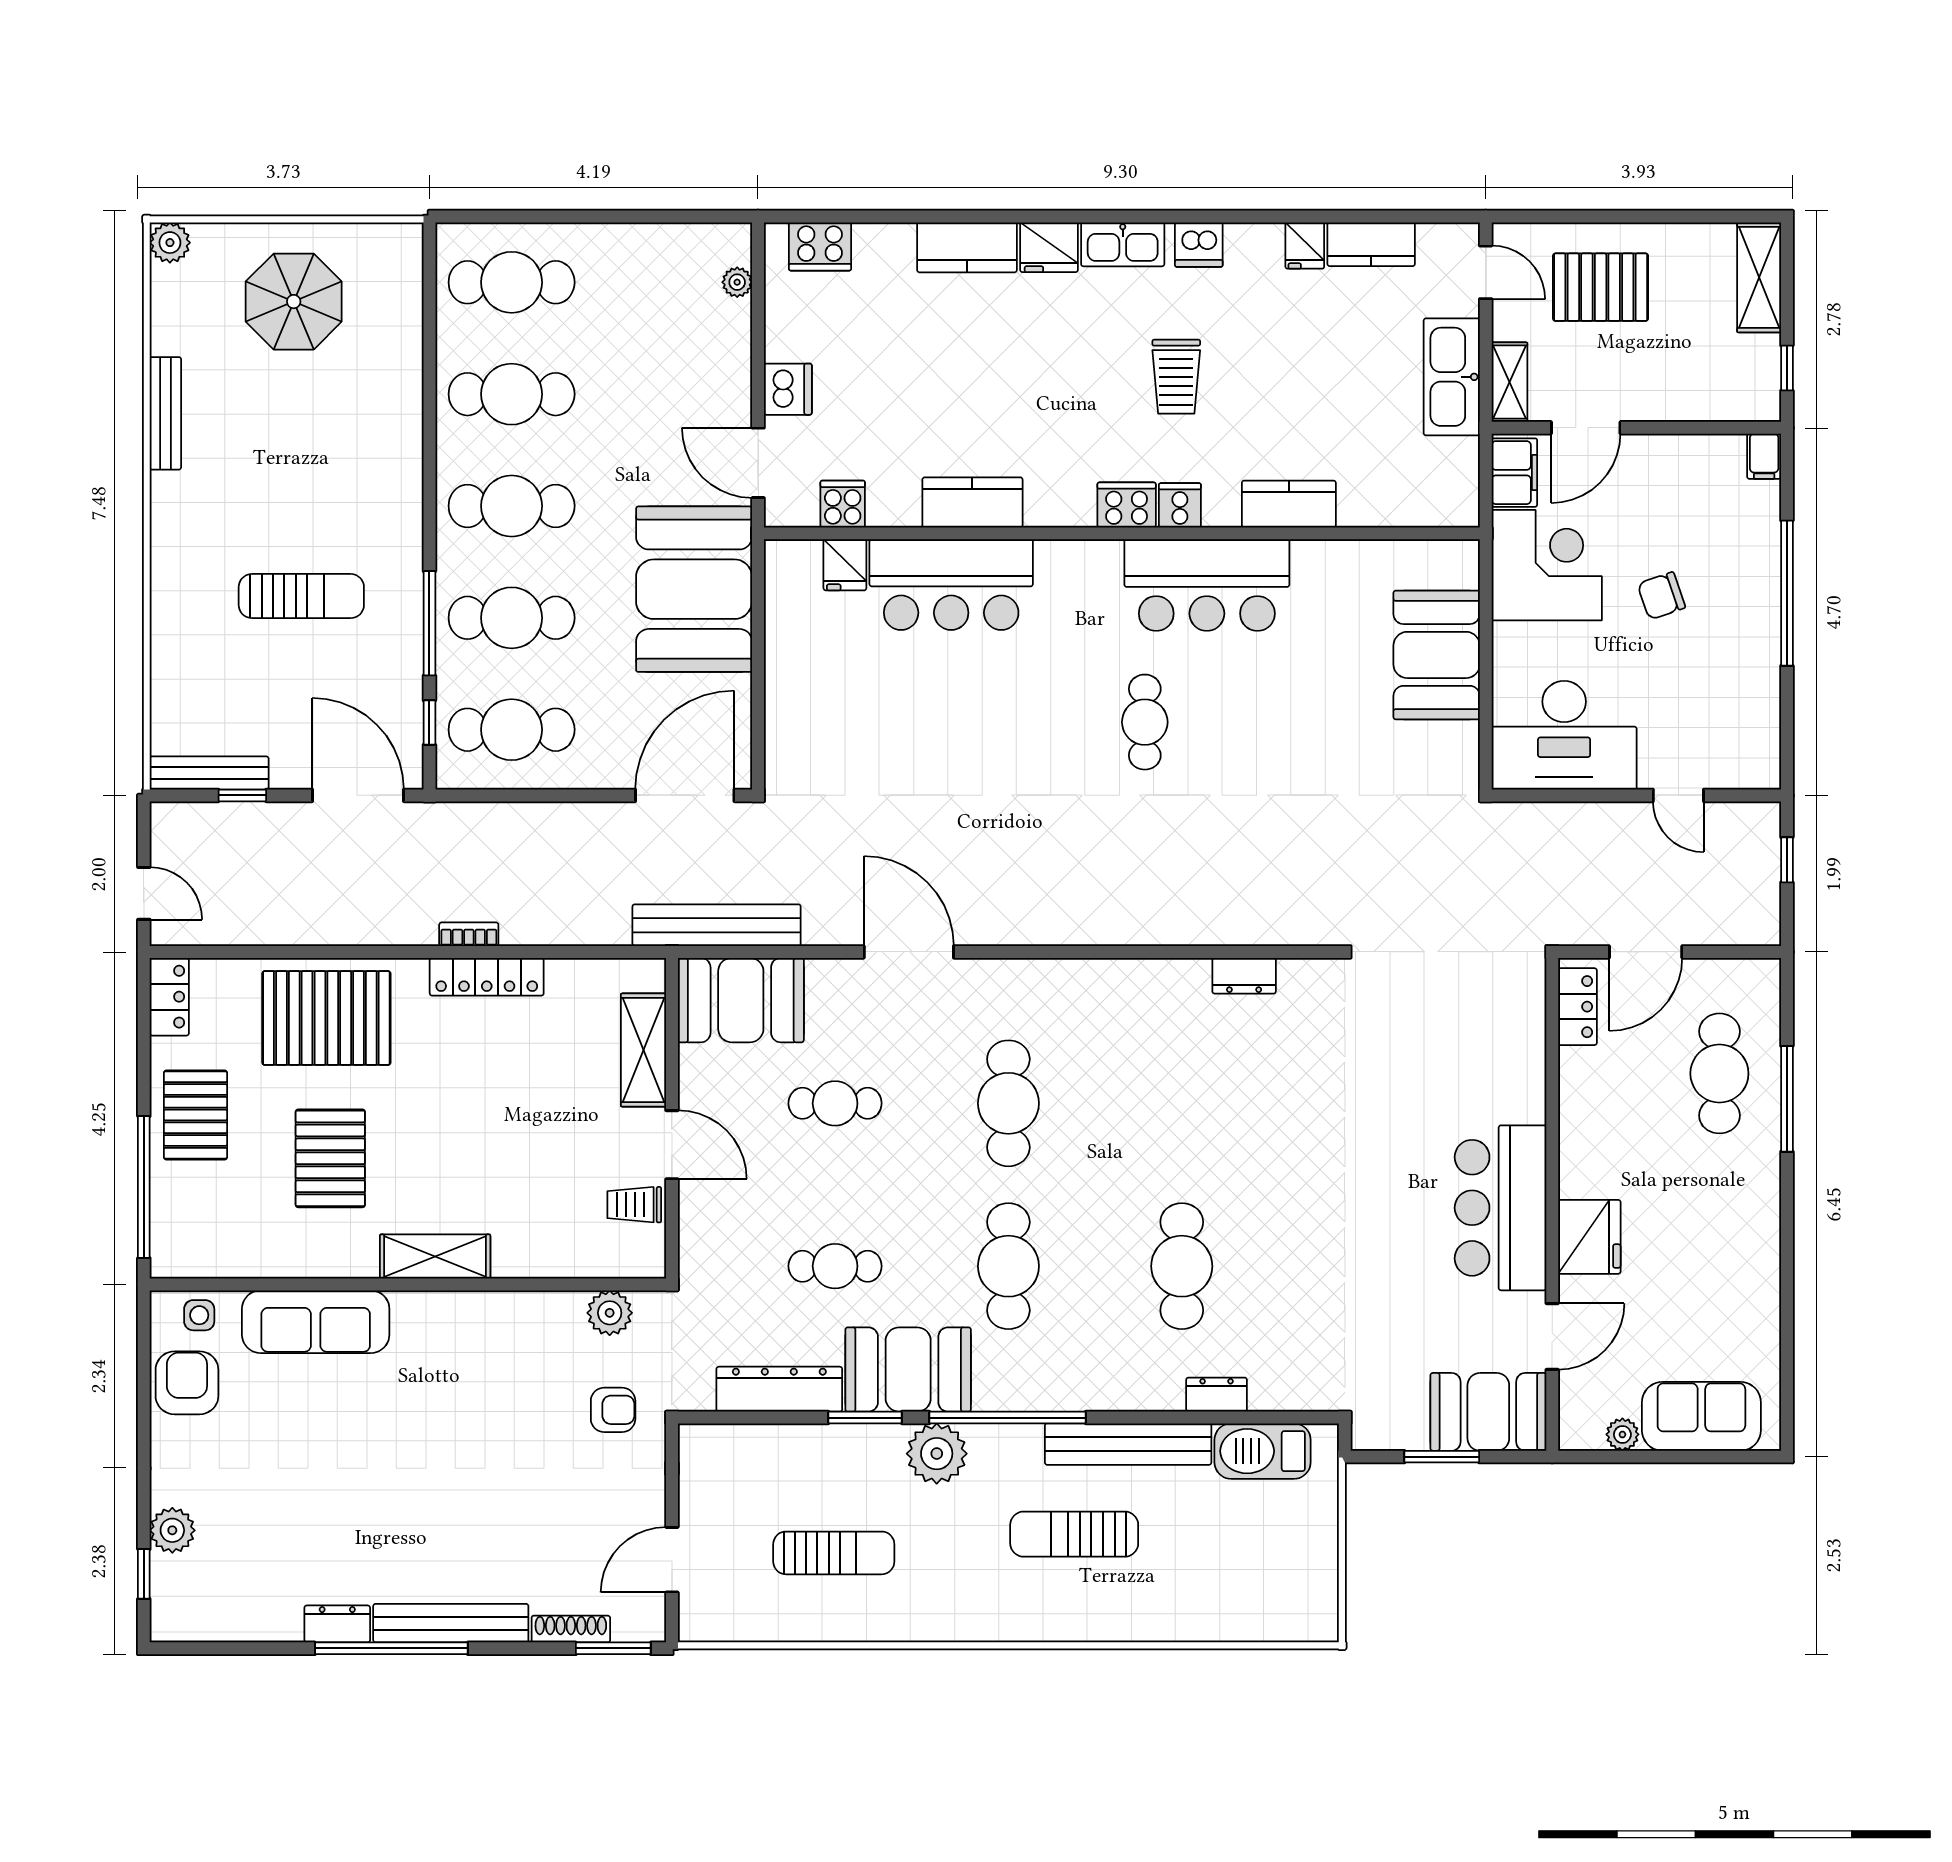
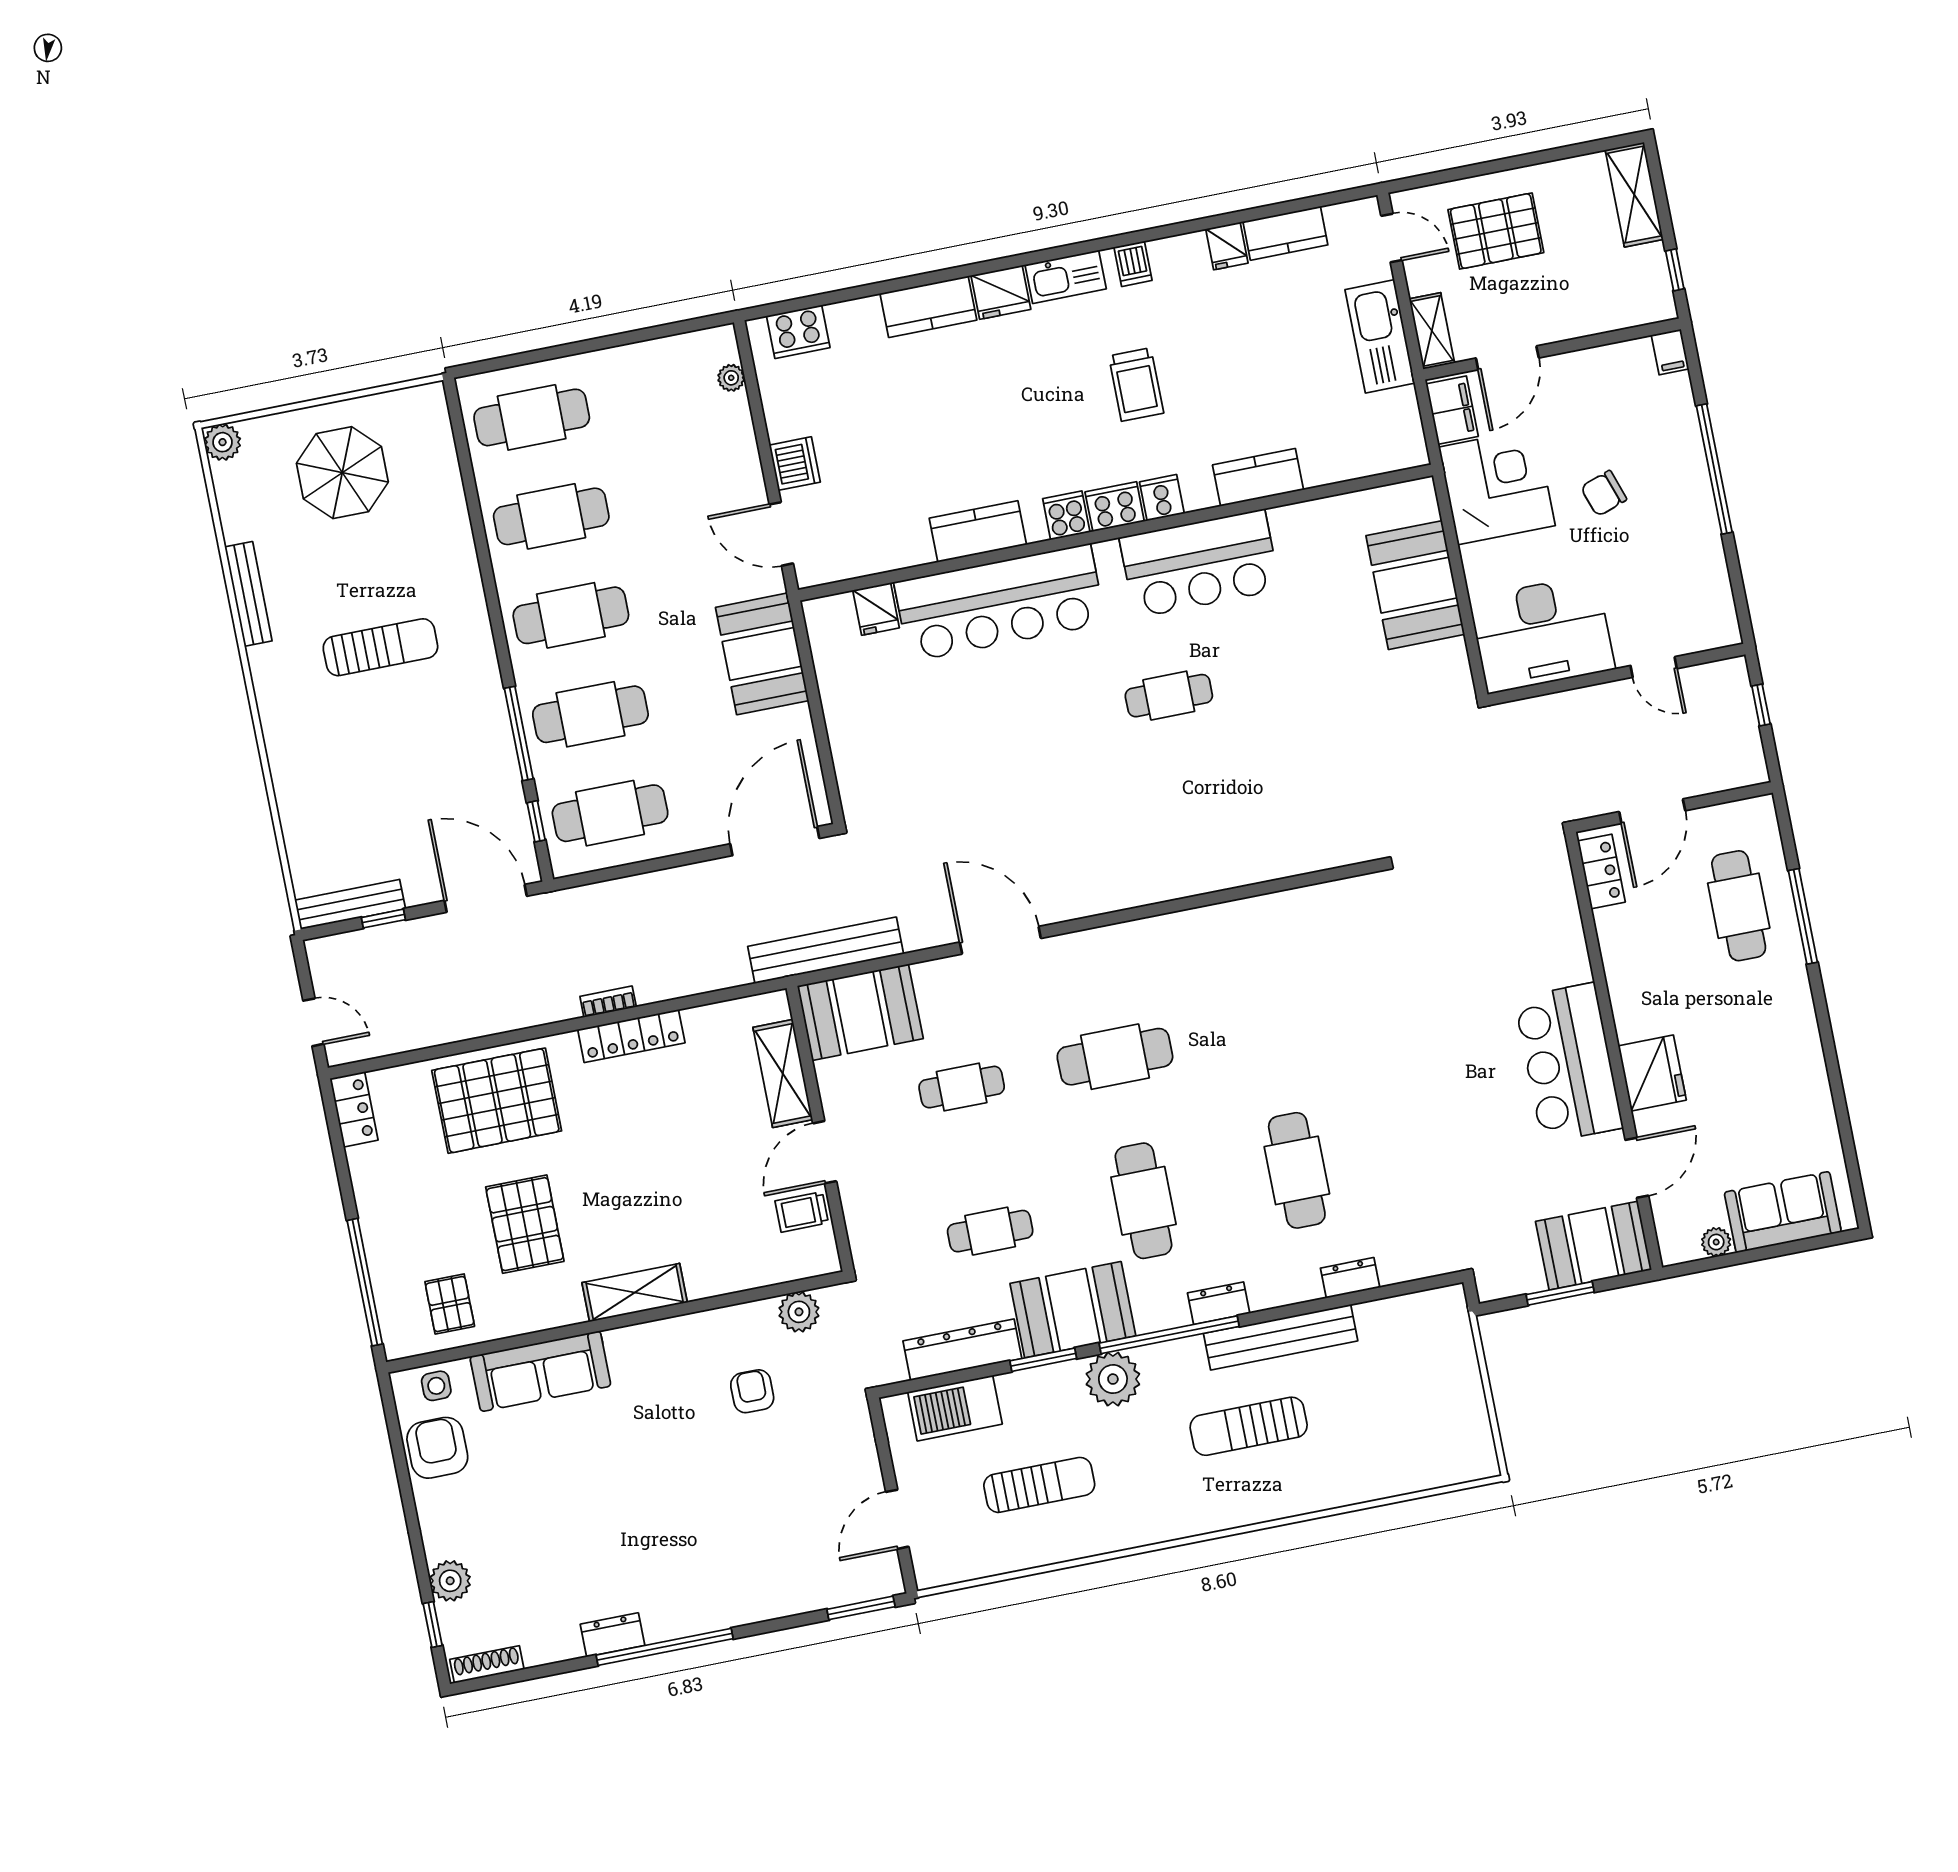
dishwasher: (1199, 245) -> (1133, 264), width x0.73
cooker: (843, 504) -> (1066, 515), moved
bar counter: (951, 585) -> (1000, 603), width x1.36
booth: (694, 589) -> (762, 654), width x0.73, depth x0.70
sun lounger: (301, 596) -> (380, 647), moved
cafe table: (1145, 722) -> (1169, 696), turned 90
dresser: (1244, 976) -> (1219, 1303), moved, turned 180
cafe table: (1008, 1103) -> (1115, 1057), turned 90
pallet: (195, 1115) -> (450, 1304), moved, width x0.67, depth x0.71
door: (672, 1145) -> (825, 1152), swing flipped
armchair: (613, 1410) -> (752, 1391), moved, turned -90
barbecue: (1263, 1451) -> (955, 1408), moved
bench: (451, 1623) -> (713, 1614), removed
shoe rack: (571, 1629) -> (487, 1664), moved

